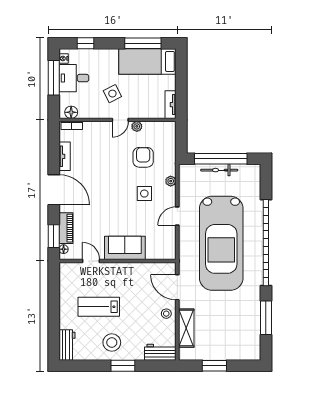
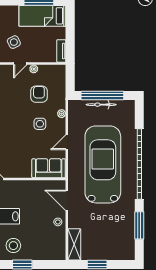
car: (221, 243) -> (103, 164), turned 180
sofa: (125, 248) -> (49, 168), moved
shelving: (186, 328) -> (74, 244), moved
workbench: (160, 352) -> (53, 254), removed

